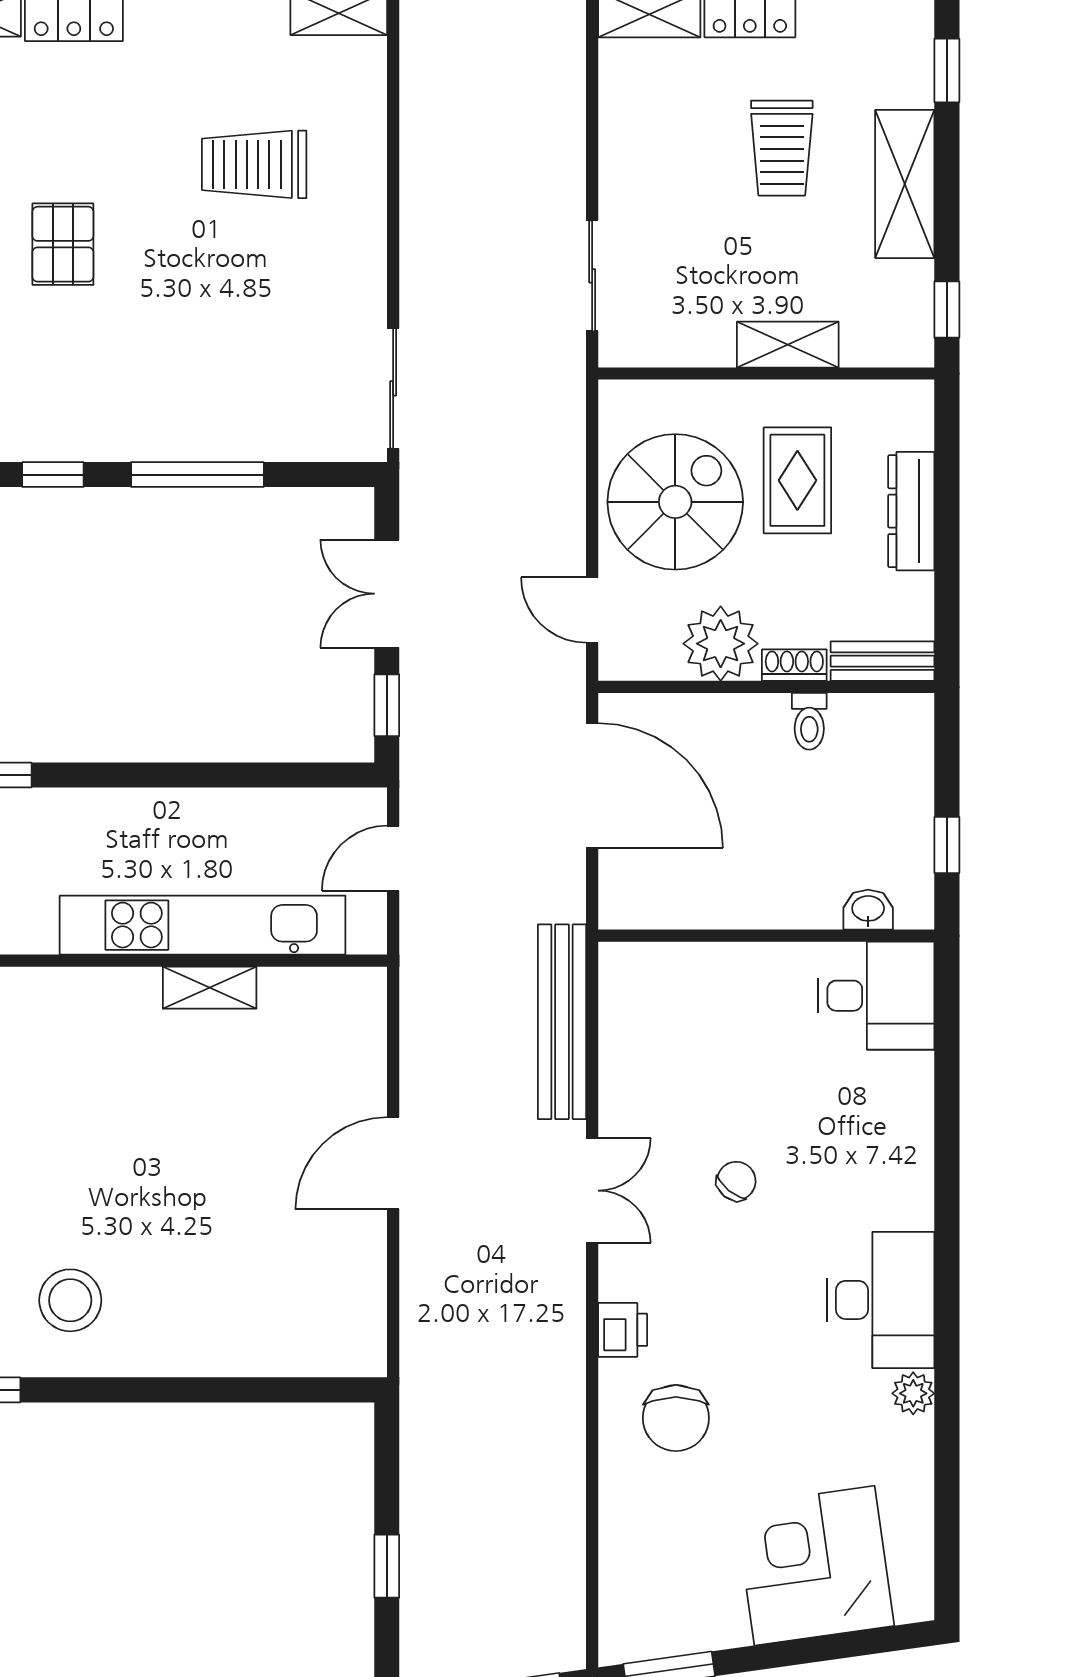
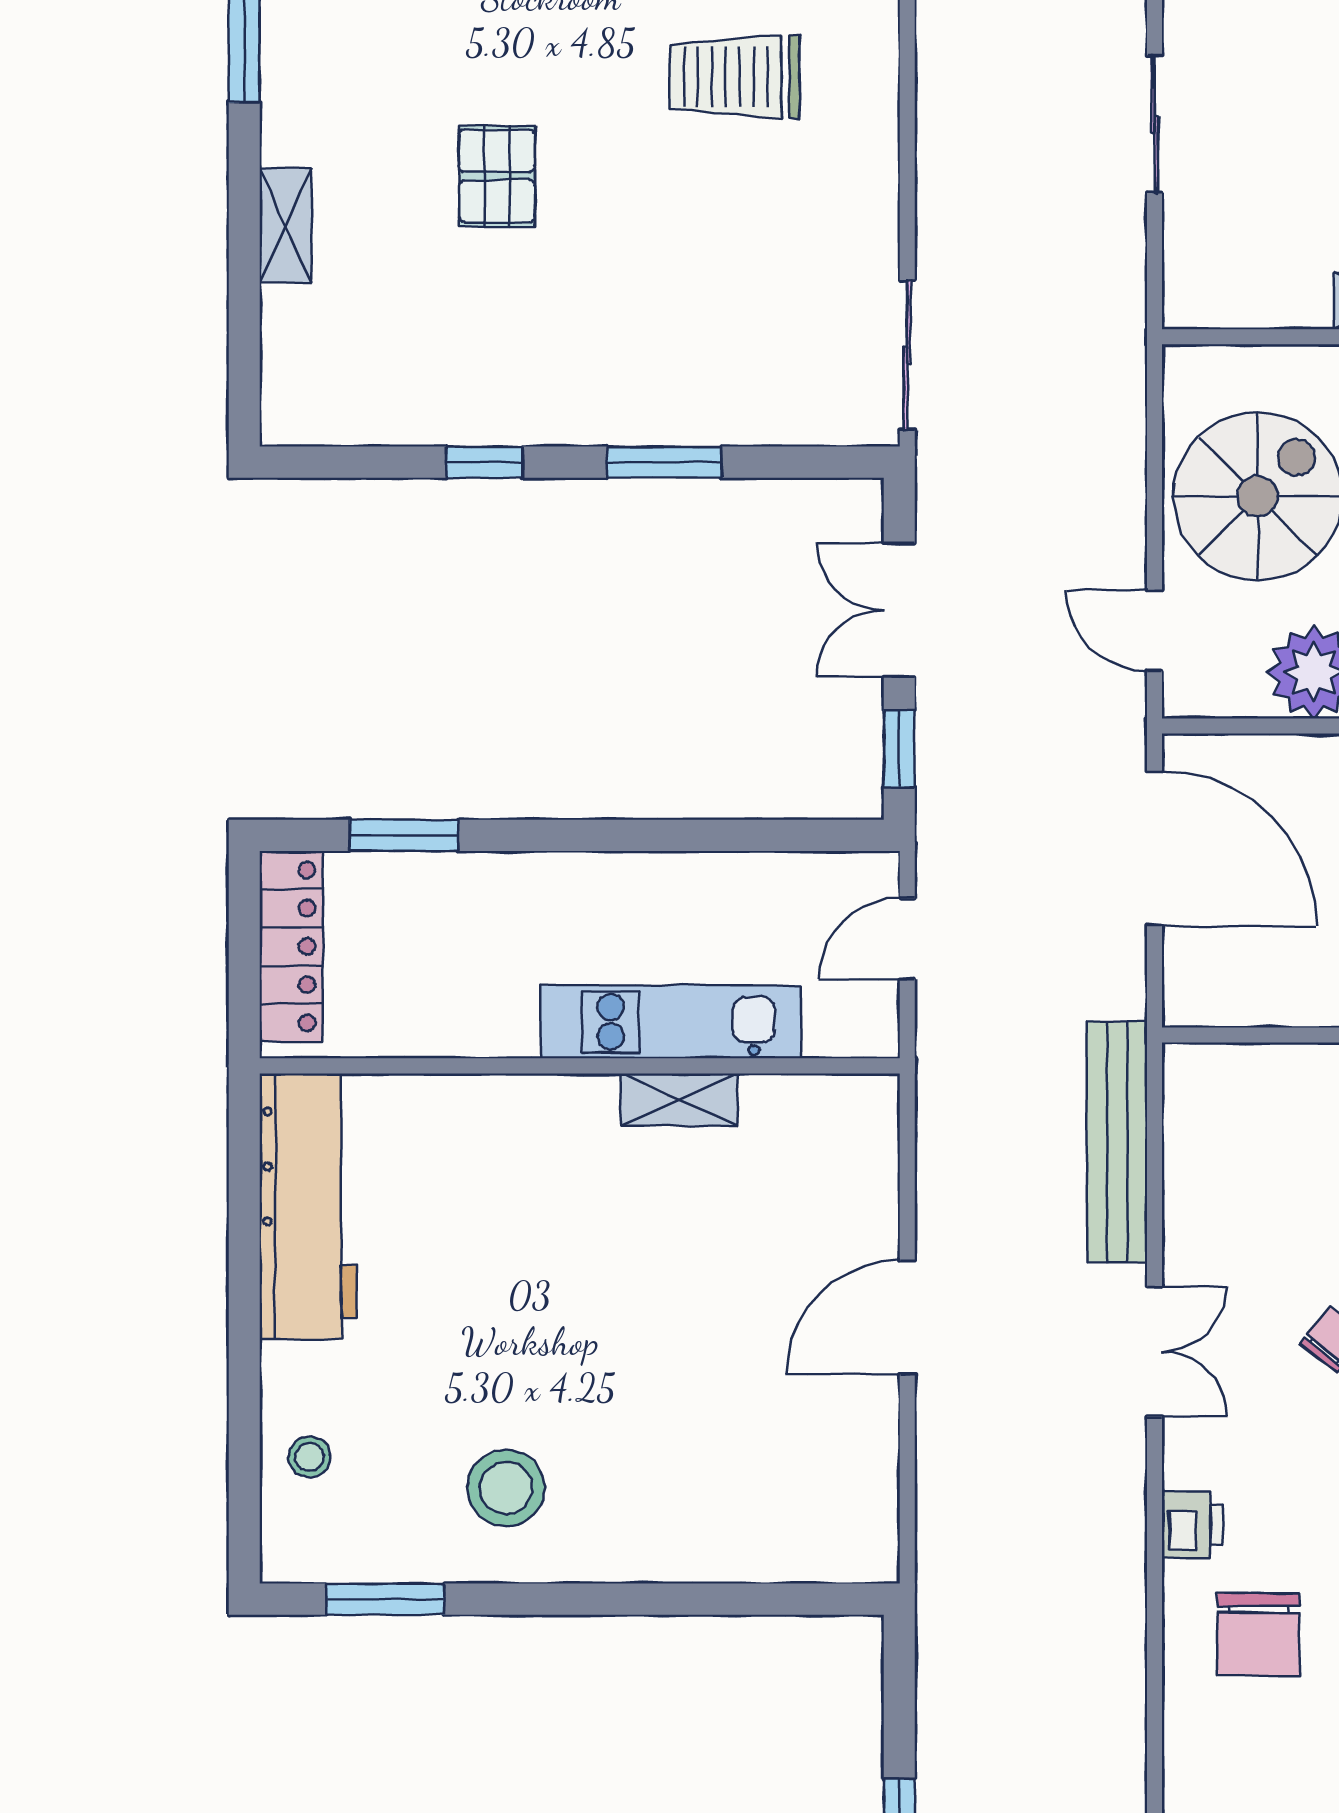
sliding door: (592, 276) -> (1154, 124), moved
window: (197, 475) -> (664, 462), width x0.69
kitchen unit: (203, 925) -> (671, 1022), width x0.73

